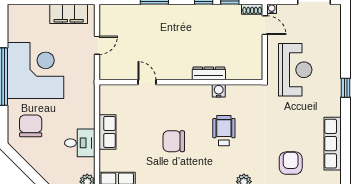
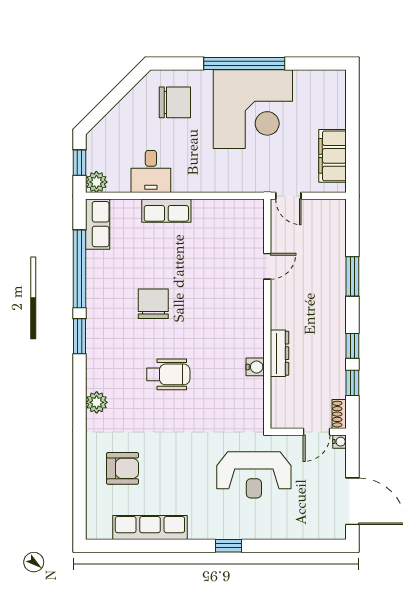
dresser: (209, 73) -> (279, 353), moved
door: (147, 82) -> (267, 266), moved
wall: (181, 82) -> (267, 314), moved
water cooler: (219, 91) -> (255, 367), moved

